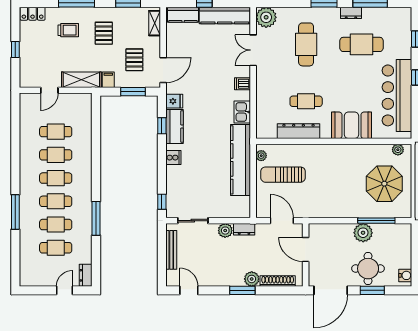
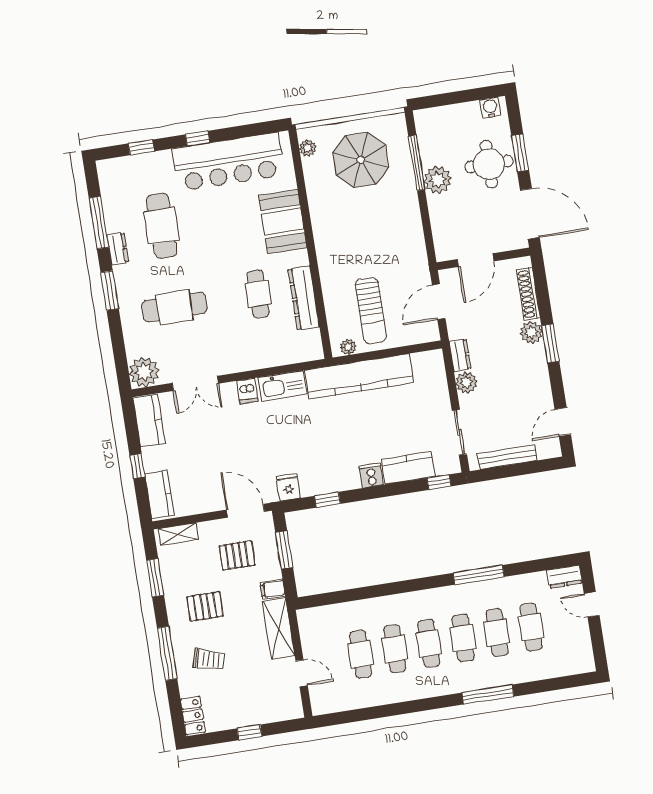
kitchen counter: (225, 15) -> (149, 421), width x0.67
trolley: (68, 30) -> (209, 659), turned 105
kitchen sink: (242, 112) -> (282, 386), width x1.38
kitchen counter: (174, 126) -> (408, 468), moved

